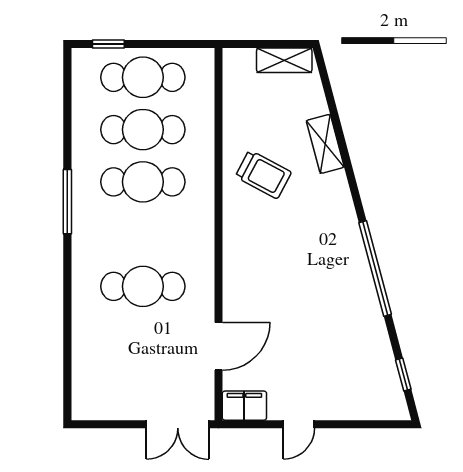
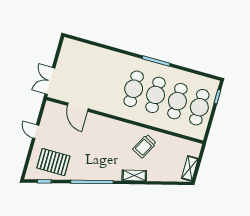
shelving: (325, 144) -> (134, 175), moved
cafe table: (143, 286) -> (134, 89), moved
pallet: (355, 366) -> (53, 162), added
filing cabinet: (244, 406) -> (50, 111), removed

